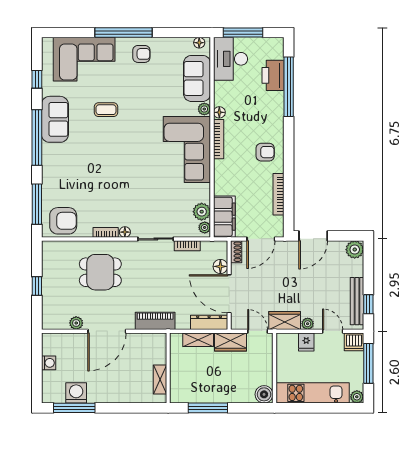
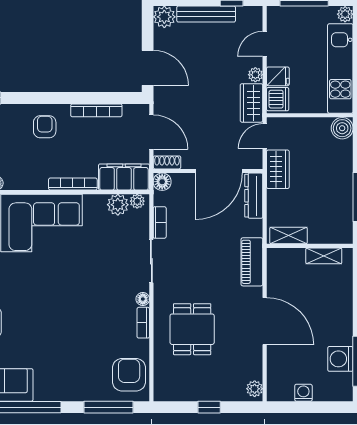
bookcase: (219, 139) -> (73, 184), moved
floor lamp: (220, 266) -> (162, 182), moved
bench: (357, 301) -> (206, 14), moved
plant: (76, 323) -> (255, 389), moved
shelving: (198, 340) -> (288, 236), moved, turned 90
dishwasher: (354, 342) -> (278, 99), moved

